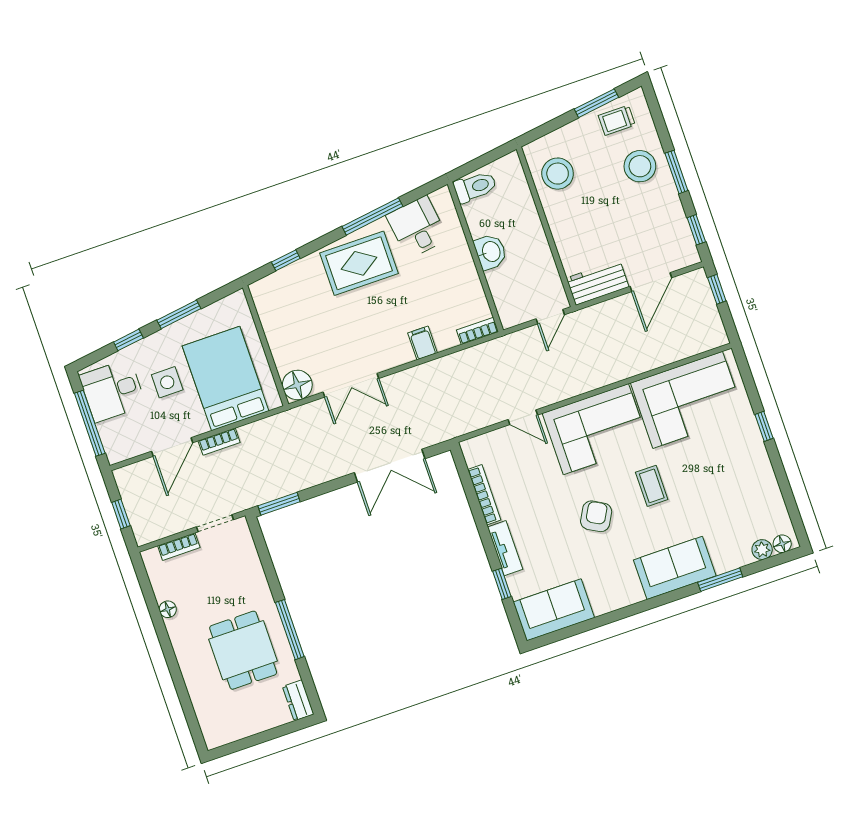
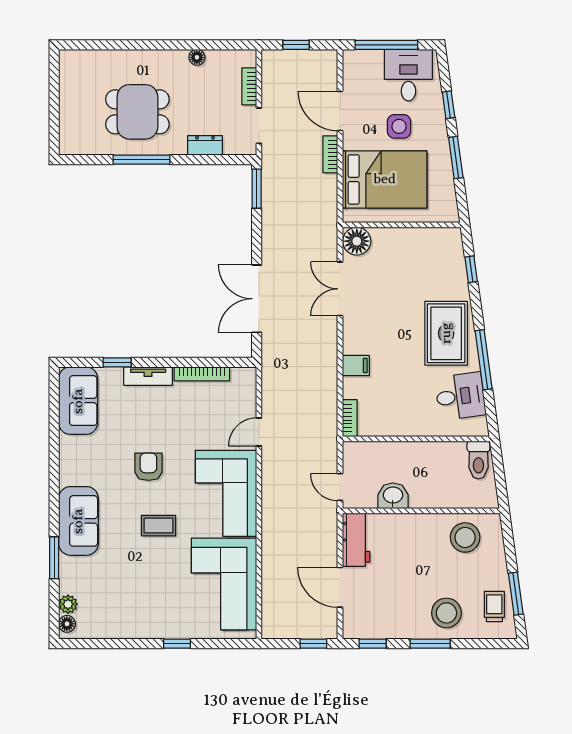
washbasin: (491, 252) -> (393, 496), moved, turned 180
armchair: (596, 516) -> (148, 467), turned -119
dresser: (298, 700) -> (205, 145), moved

